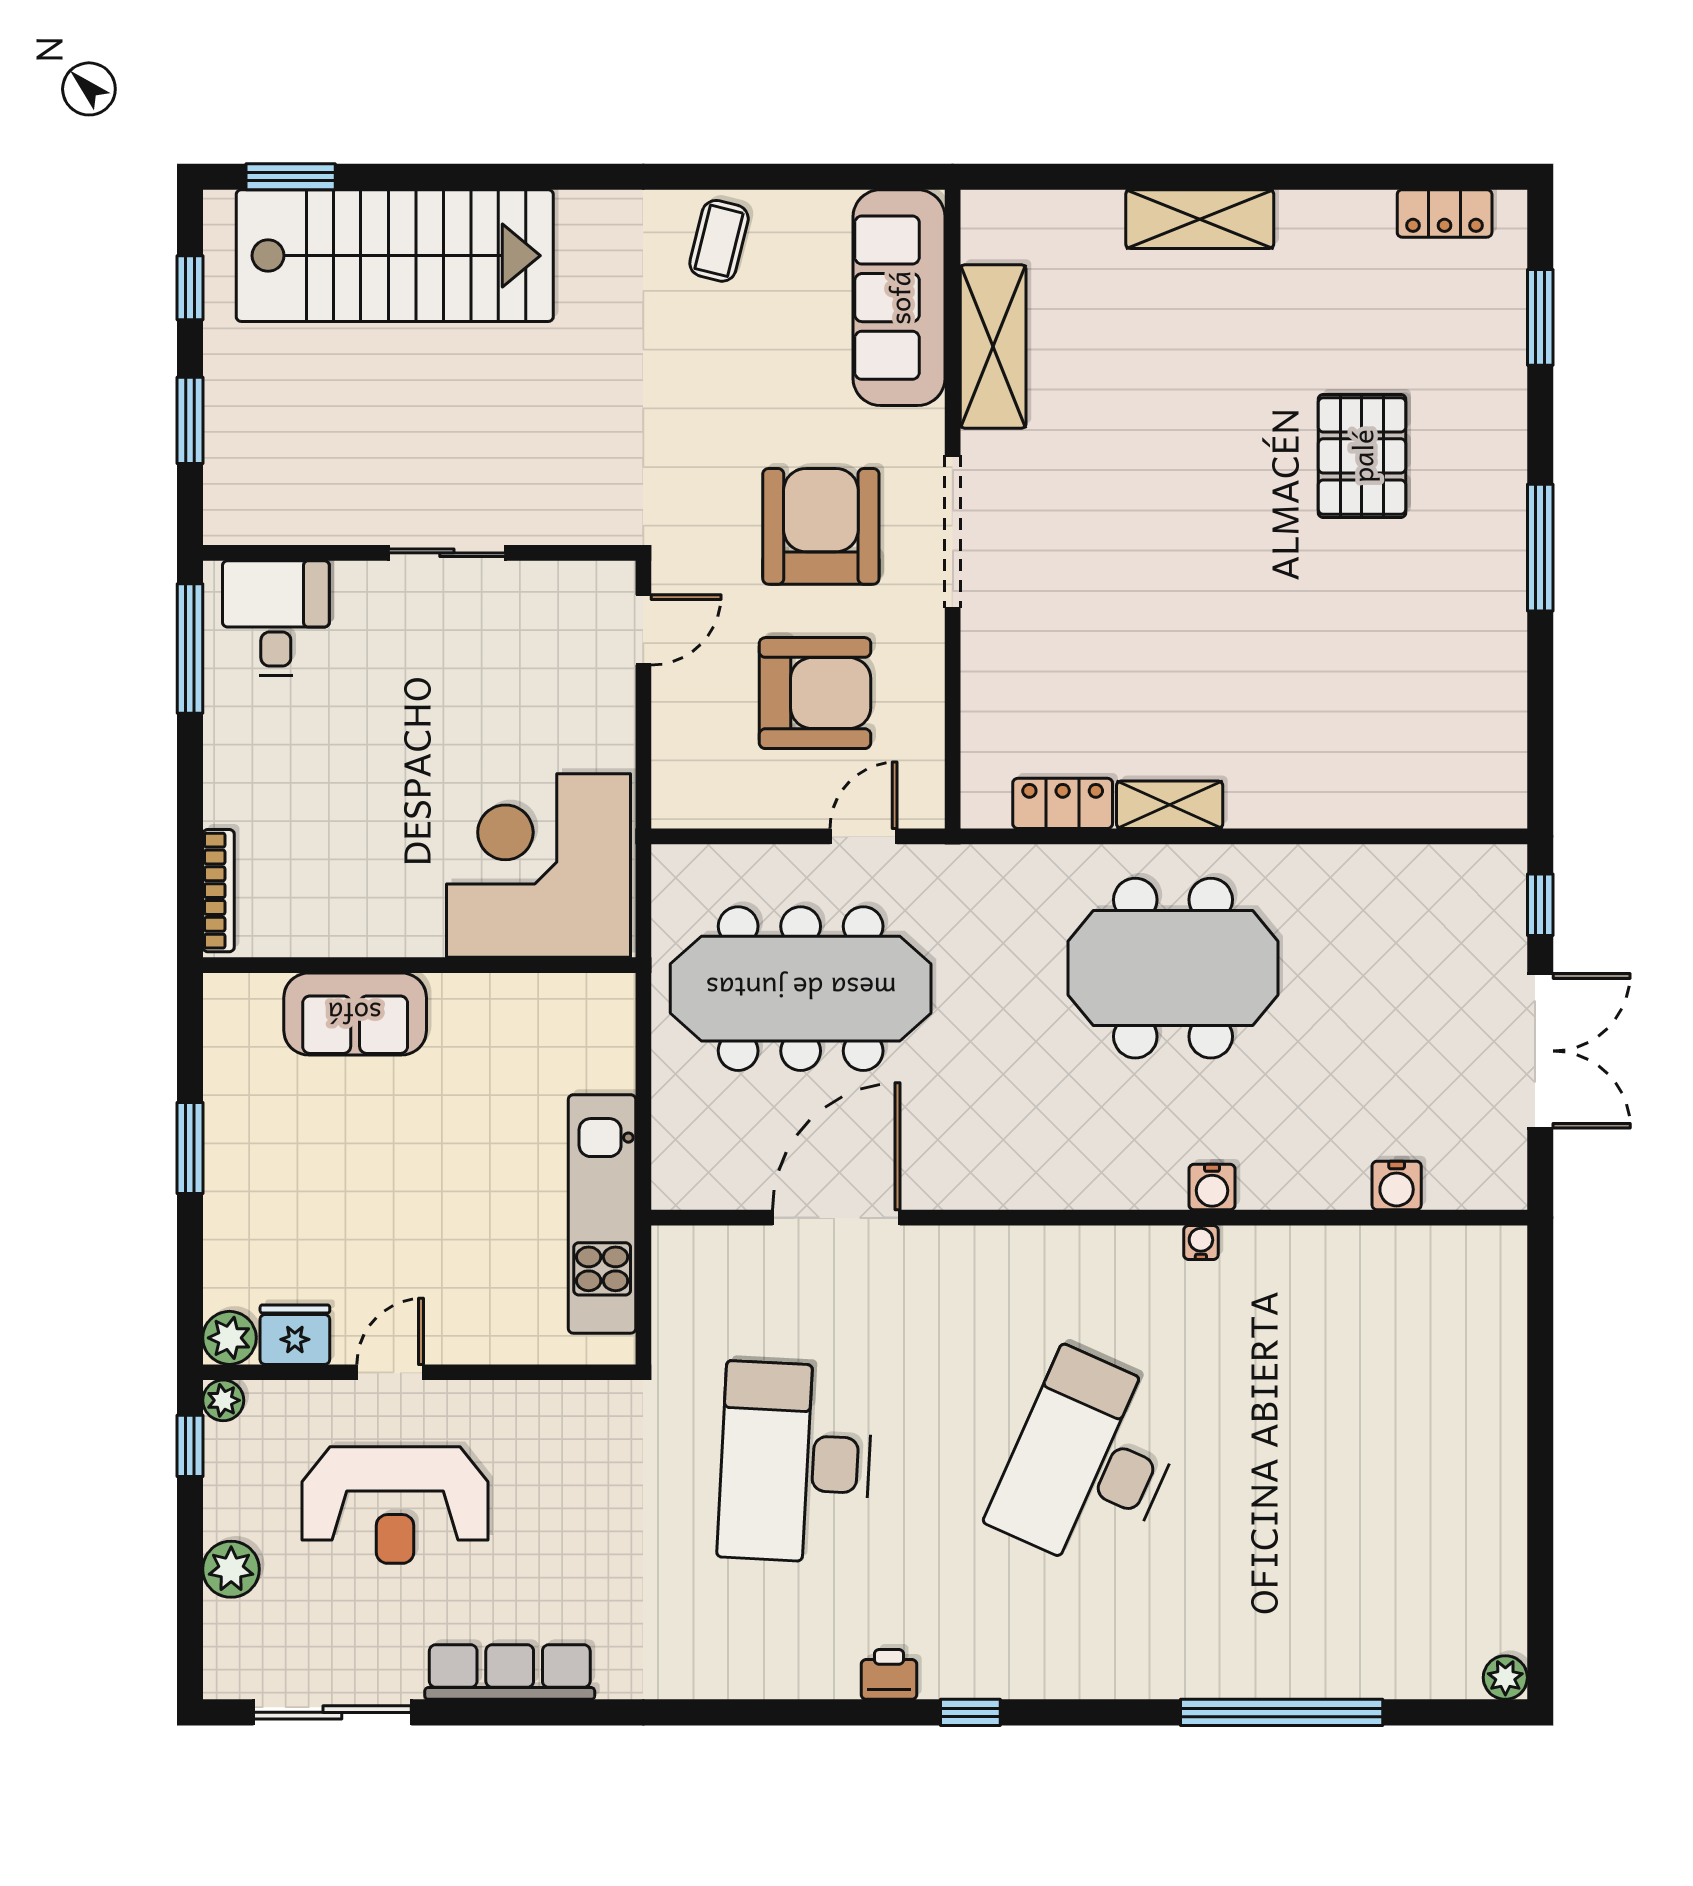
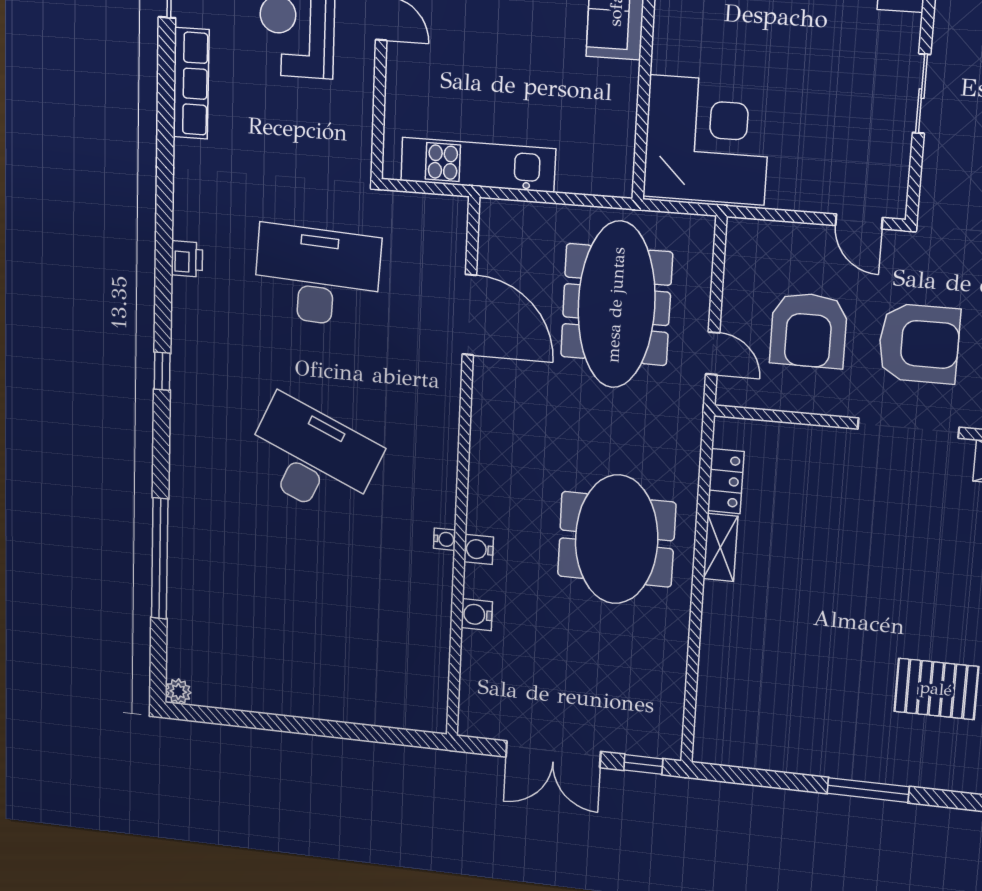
water cooler: (1397, 1186) -> (477, 615), moved
printer: (889, 1674) -> (187, 259), moved

